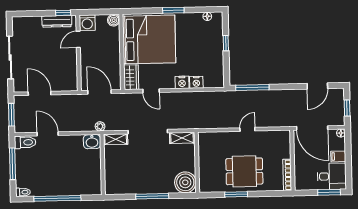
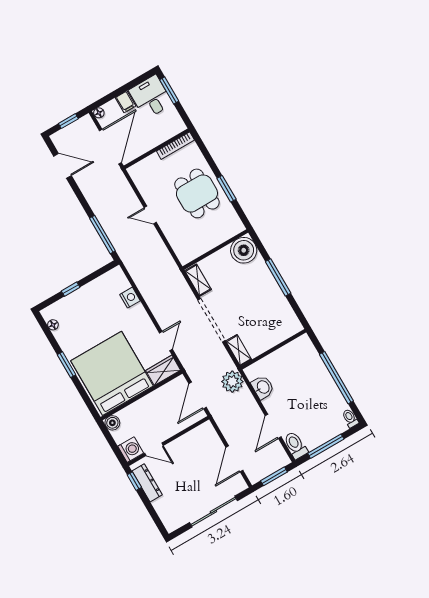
nightstand: (182, 82) -> (139, 313), removed
plant: (100, 126) -> (232, 382), width x1.87, depth x1.87
washbasin: (92, 142) -> (263, 387), moved

